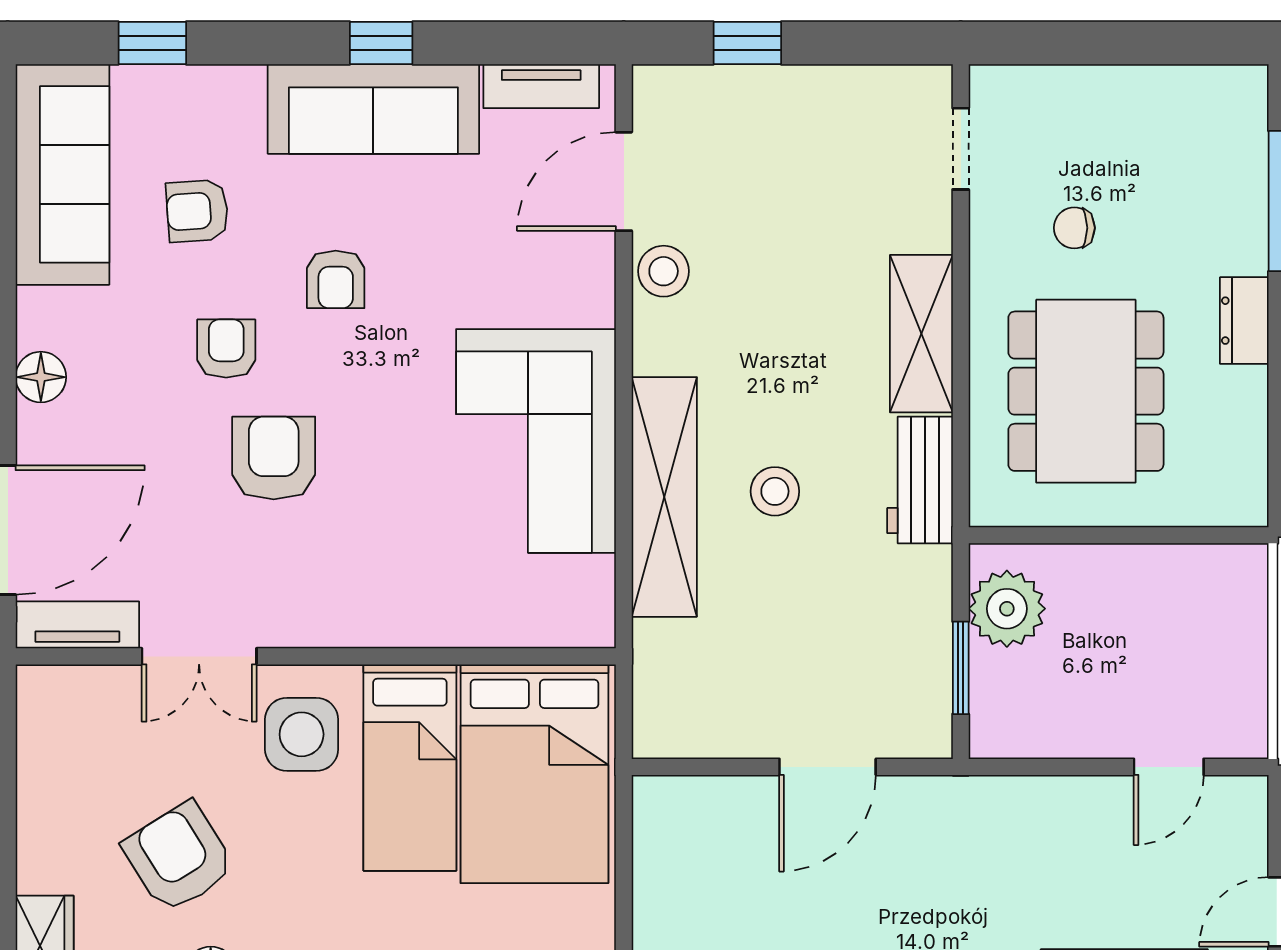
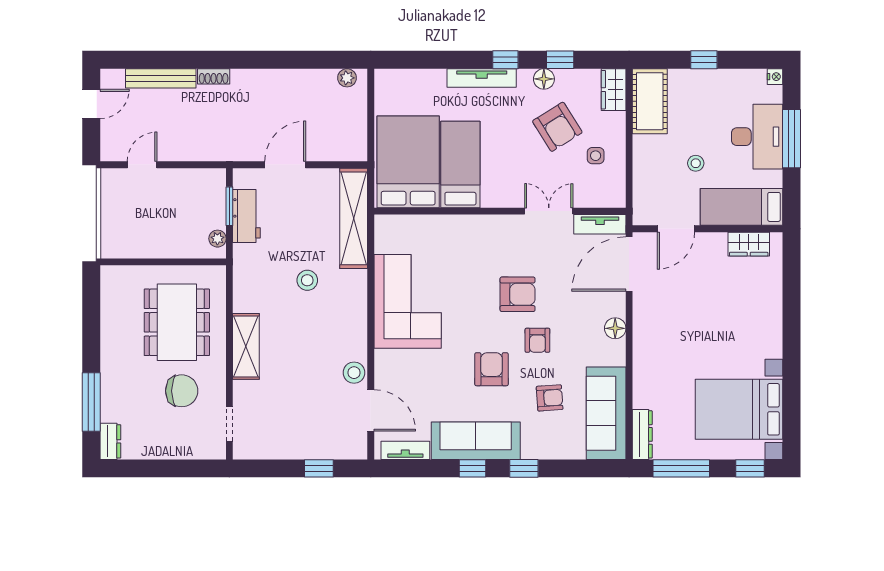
window: (152, 43) -> (524, 468), moved
door: (624, 181) -> (371, 410), hinge flipped
chair: (1074, 228) -> (182, 391), width x1.87, depth x1.87
armchair: (336, 279) -> (492, 369), width x1.38, depth x1.38
dresser: (1244, 321) -> (110, 441), moved
armchair: (274, 458) -> (518, 294), turned -90
workbench: (920, 480) -> (246, 216), moved
shelving: (664, 497) -> (354, 218), moved
plant: (1007, 609) -> (217, 239), width x0.53, depth x0.53
side table: (302, 734) -> (596, 156), moved, width x0.54, depth x0.54

